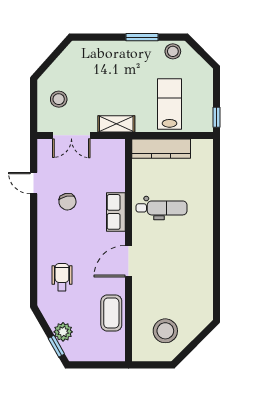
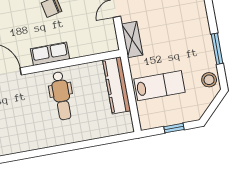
window: (216, 117) -> (174, 128), moved

